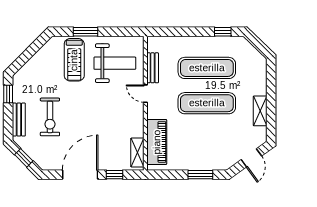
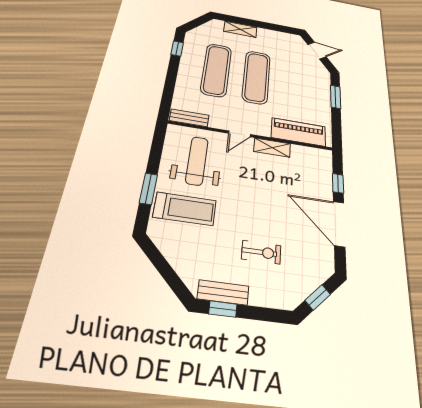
bench: (153, 68) -> (189, 118), moved
shelving: (260, 111) -> (240, 29), moved
exercise bike: (50, 117) -> (261, 252), width x0.73, depth x0.72
bench: (19, 120) -> (223, 292), moved
shelving: (137, 152) -> (272, 148), moved

